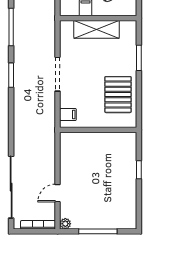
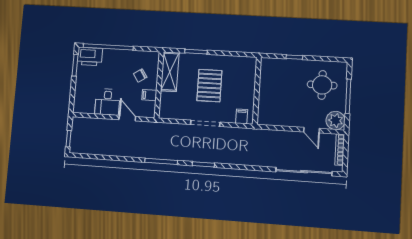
shelving: (97, 29) -> (170, 72), moved
pallet: (118, 95) -> (209, 86), moved, turned 90
round table: (109, 202) -> (322, 85), added
plant: (65, 224) -> (336, 120), width x1.88, depth x1.88

